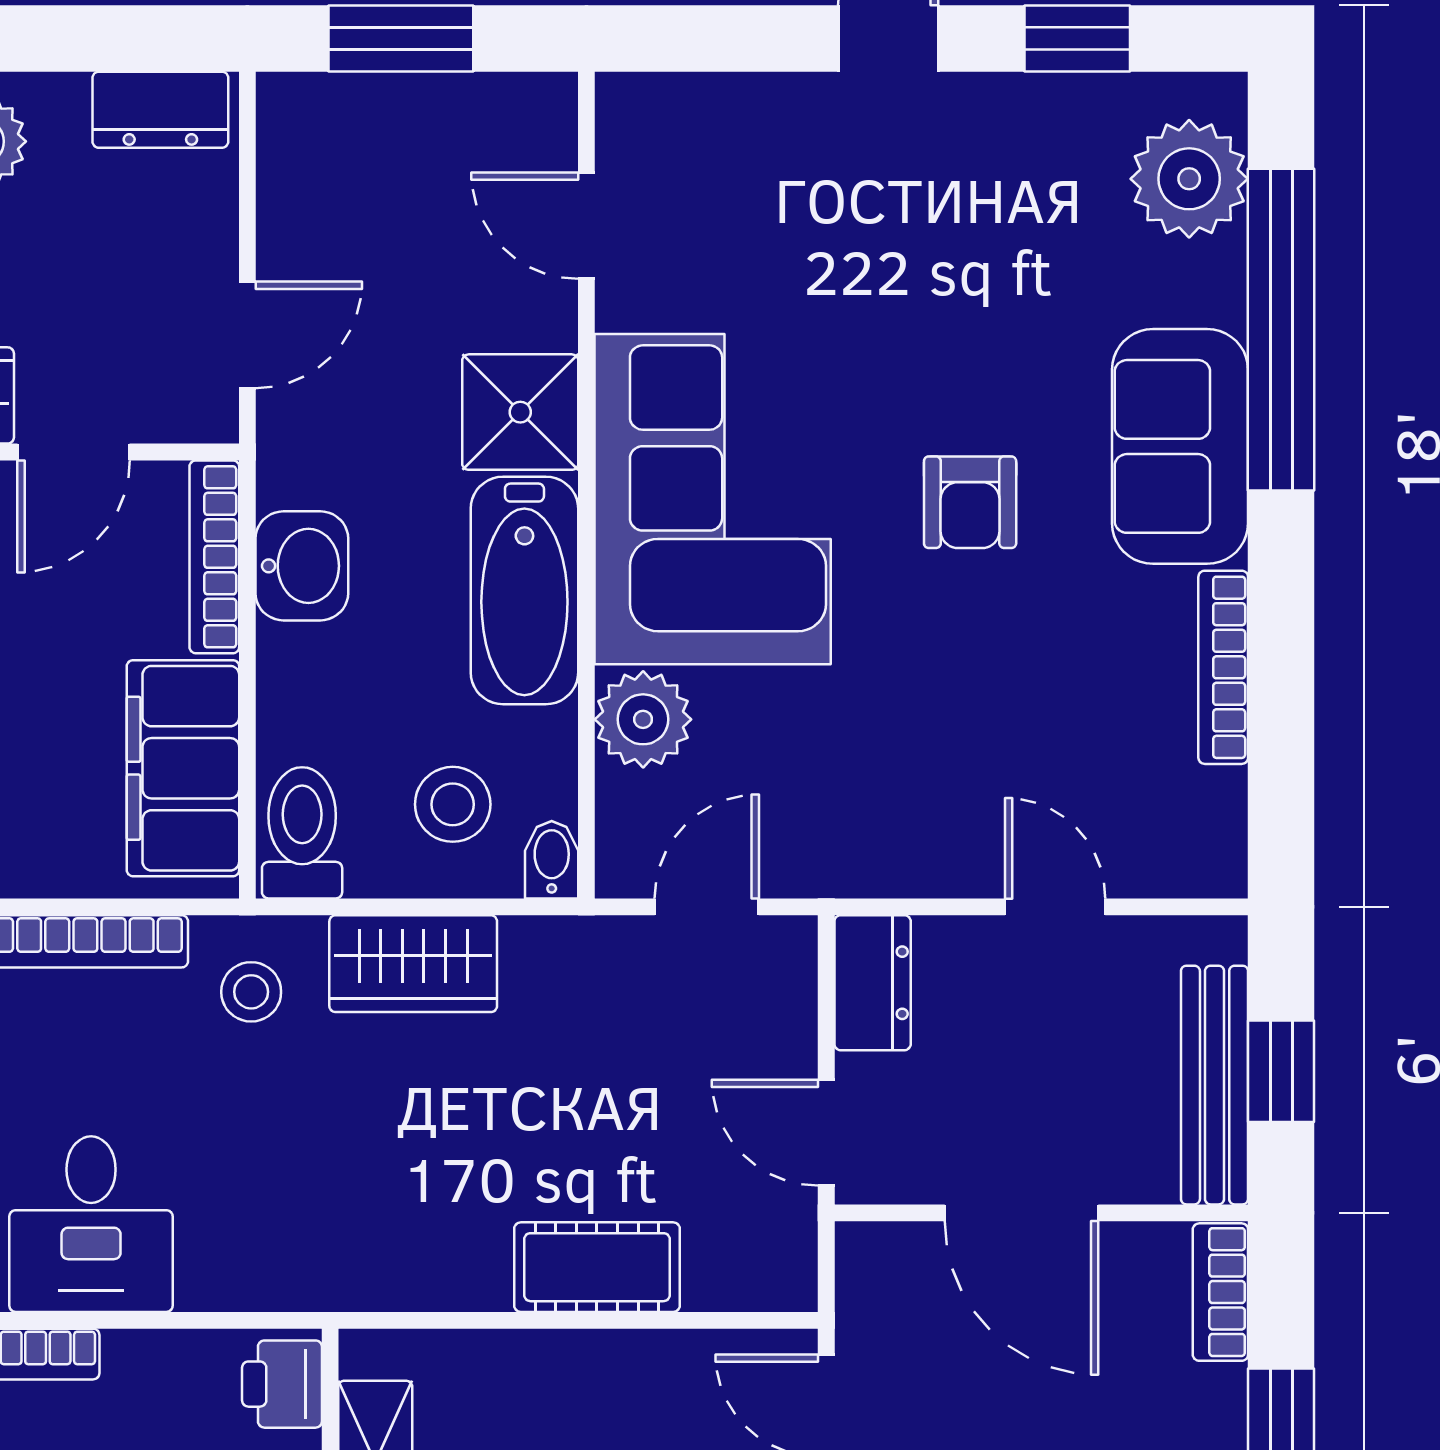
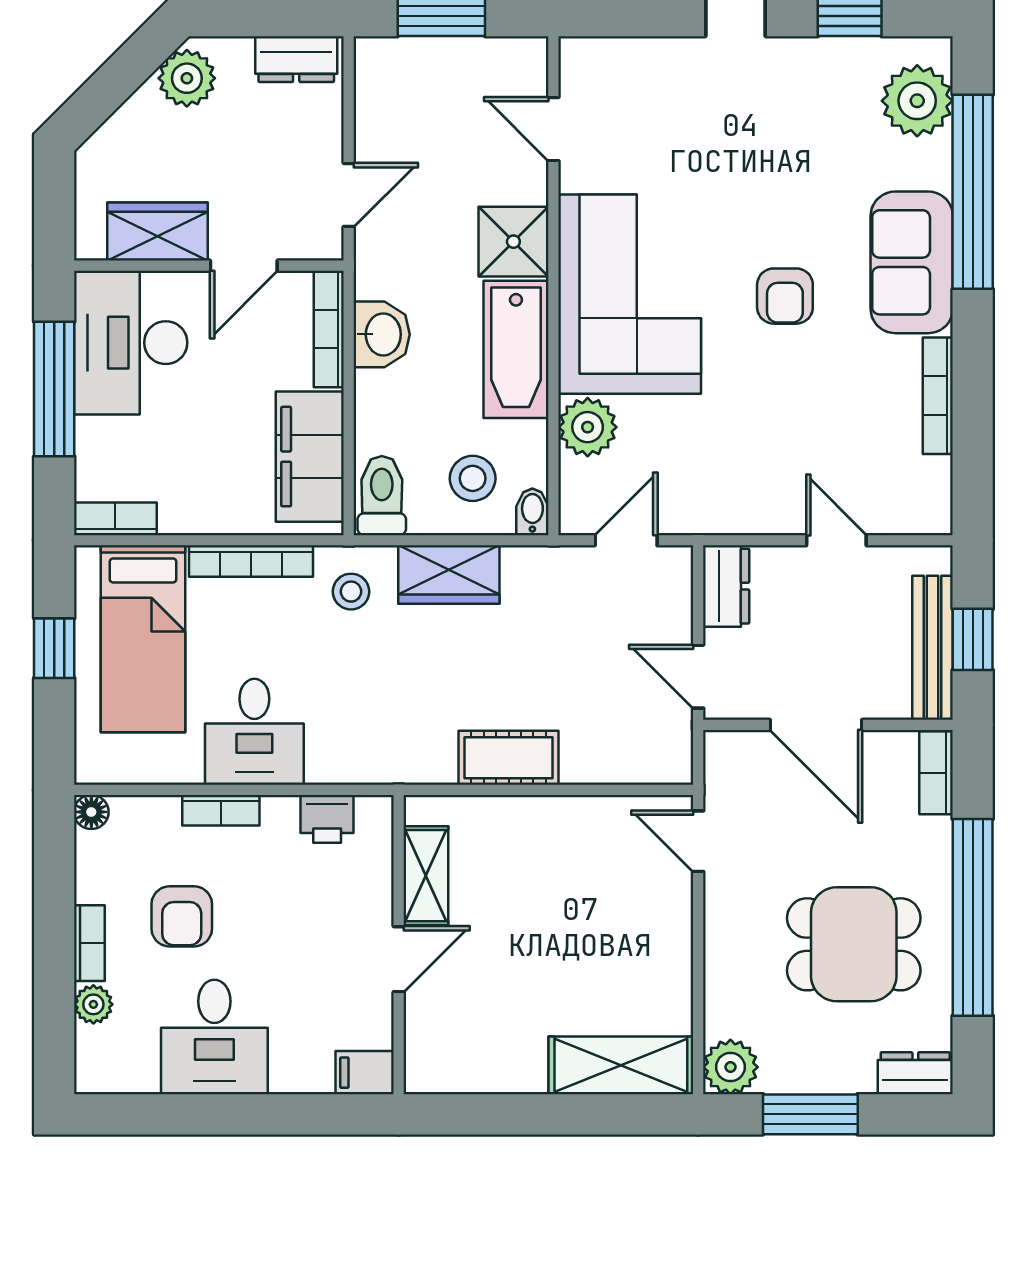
cot: (597, 1267) -> (509, 758), moved
printer: (282, 1384) -> (327, 819), moved, turned -90

